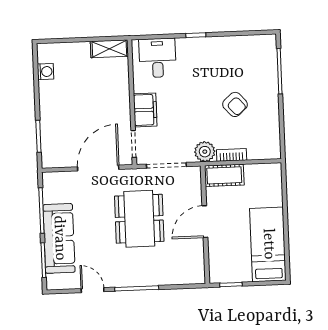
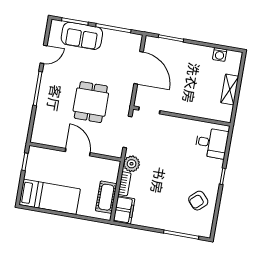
shelving: (109, 49) -> (230, 89), moved
armchair: (235, 104) -> (198, 201), moved
filing cabinet: (145, 110) -> (124, 210), moved, turned -90
door: (98, 168) -> (139, 68), moved
cot: (224, 175) -> (106, 197), moved
dining table: (139, 219) -> (91, 102), width x0.73
sofa: (59, 238) -> (82, 36), width x0.73

